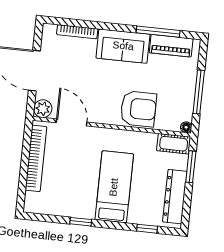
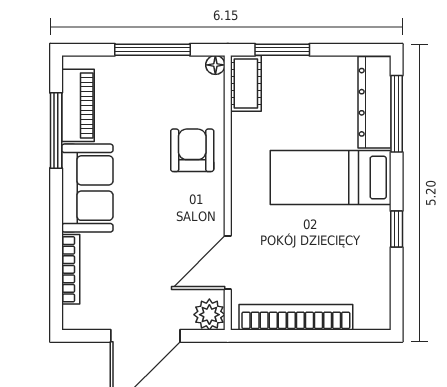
armchair: (138, 109) -> (192, 150), width x0.73, depth x0.73
dresser: (175, 197) -> (374, 102), moved, turned 90
window: (147, 229) -> (397, 114), width x2.17

